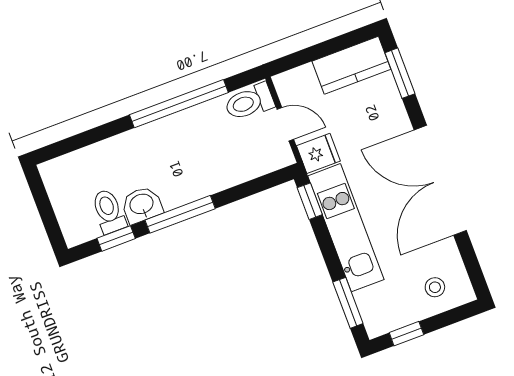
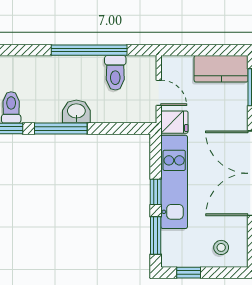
toilet: (249, 102) -> (115, 73), moved, turned -90
window: (310, 201) -> (156, 192), moved
washbasin: (142, 205) -> (76, 112), moved

